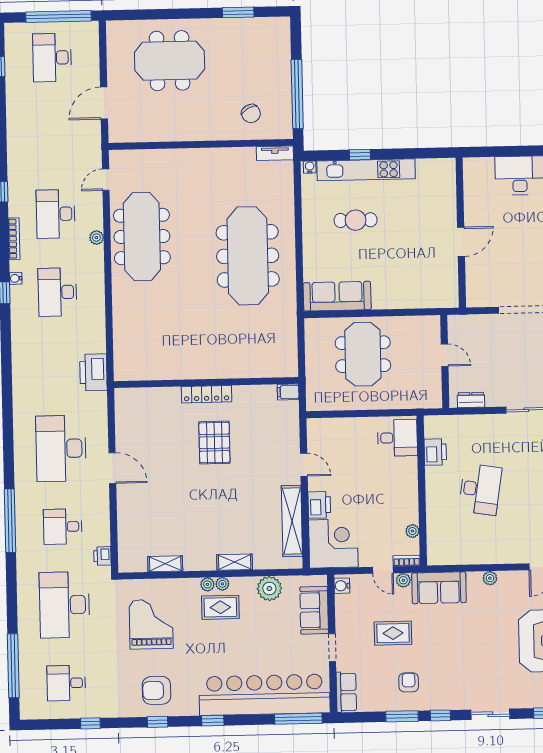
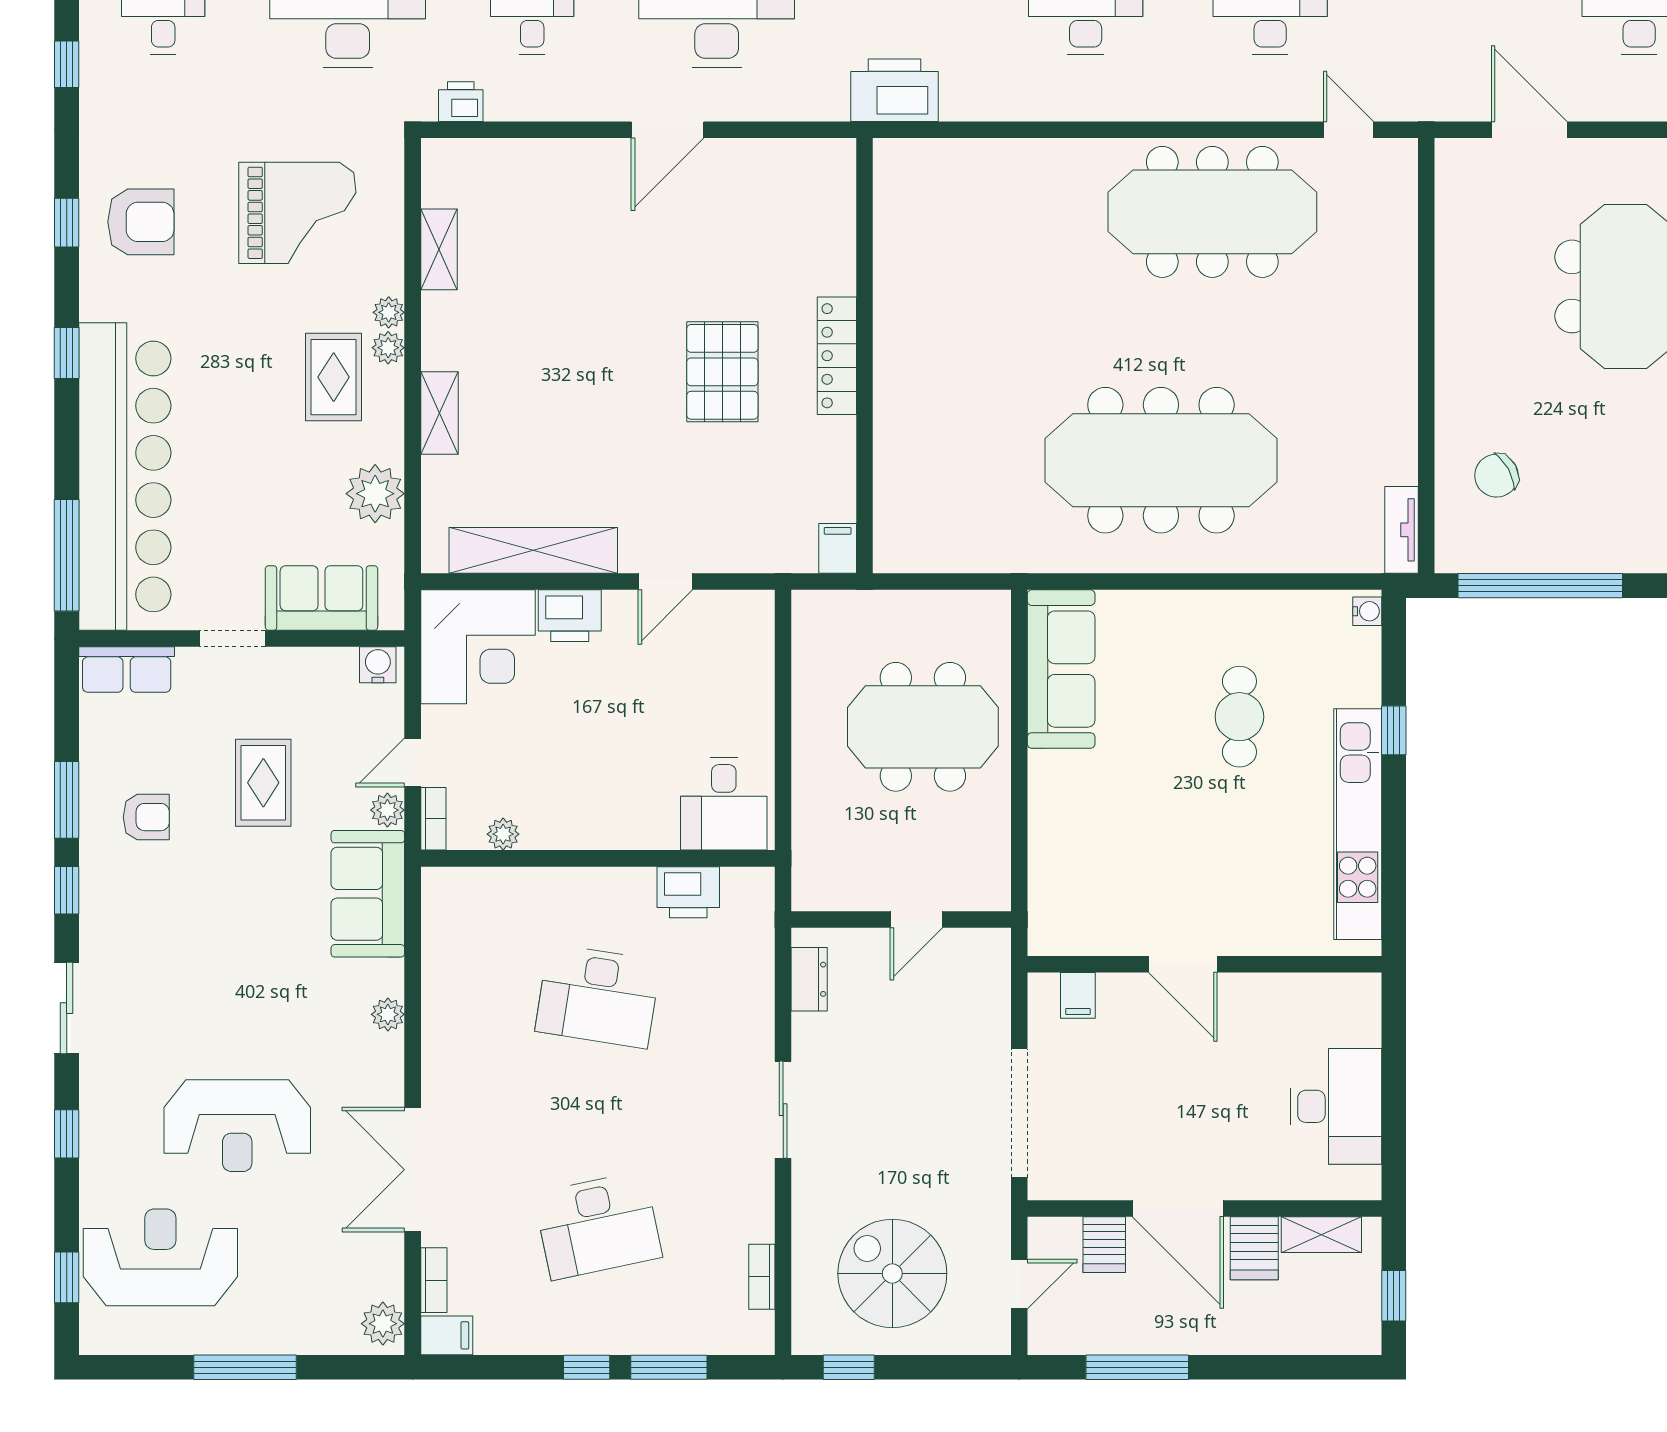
kitchen unit: (366, 170) -> (1358, 824), moved
plant: (96, 238) -> (1212, 105), removed
filing cabinet: (475, 286) -> (1078, 995), added
pallet: (214, 443) -> (722, 372), turned 90
plant: (222, 584) -> (389, 312), moved
armchair: (156, 690) -> (141, 222), turned 90

